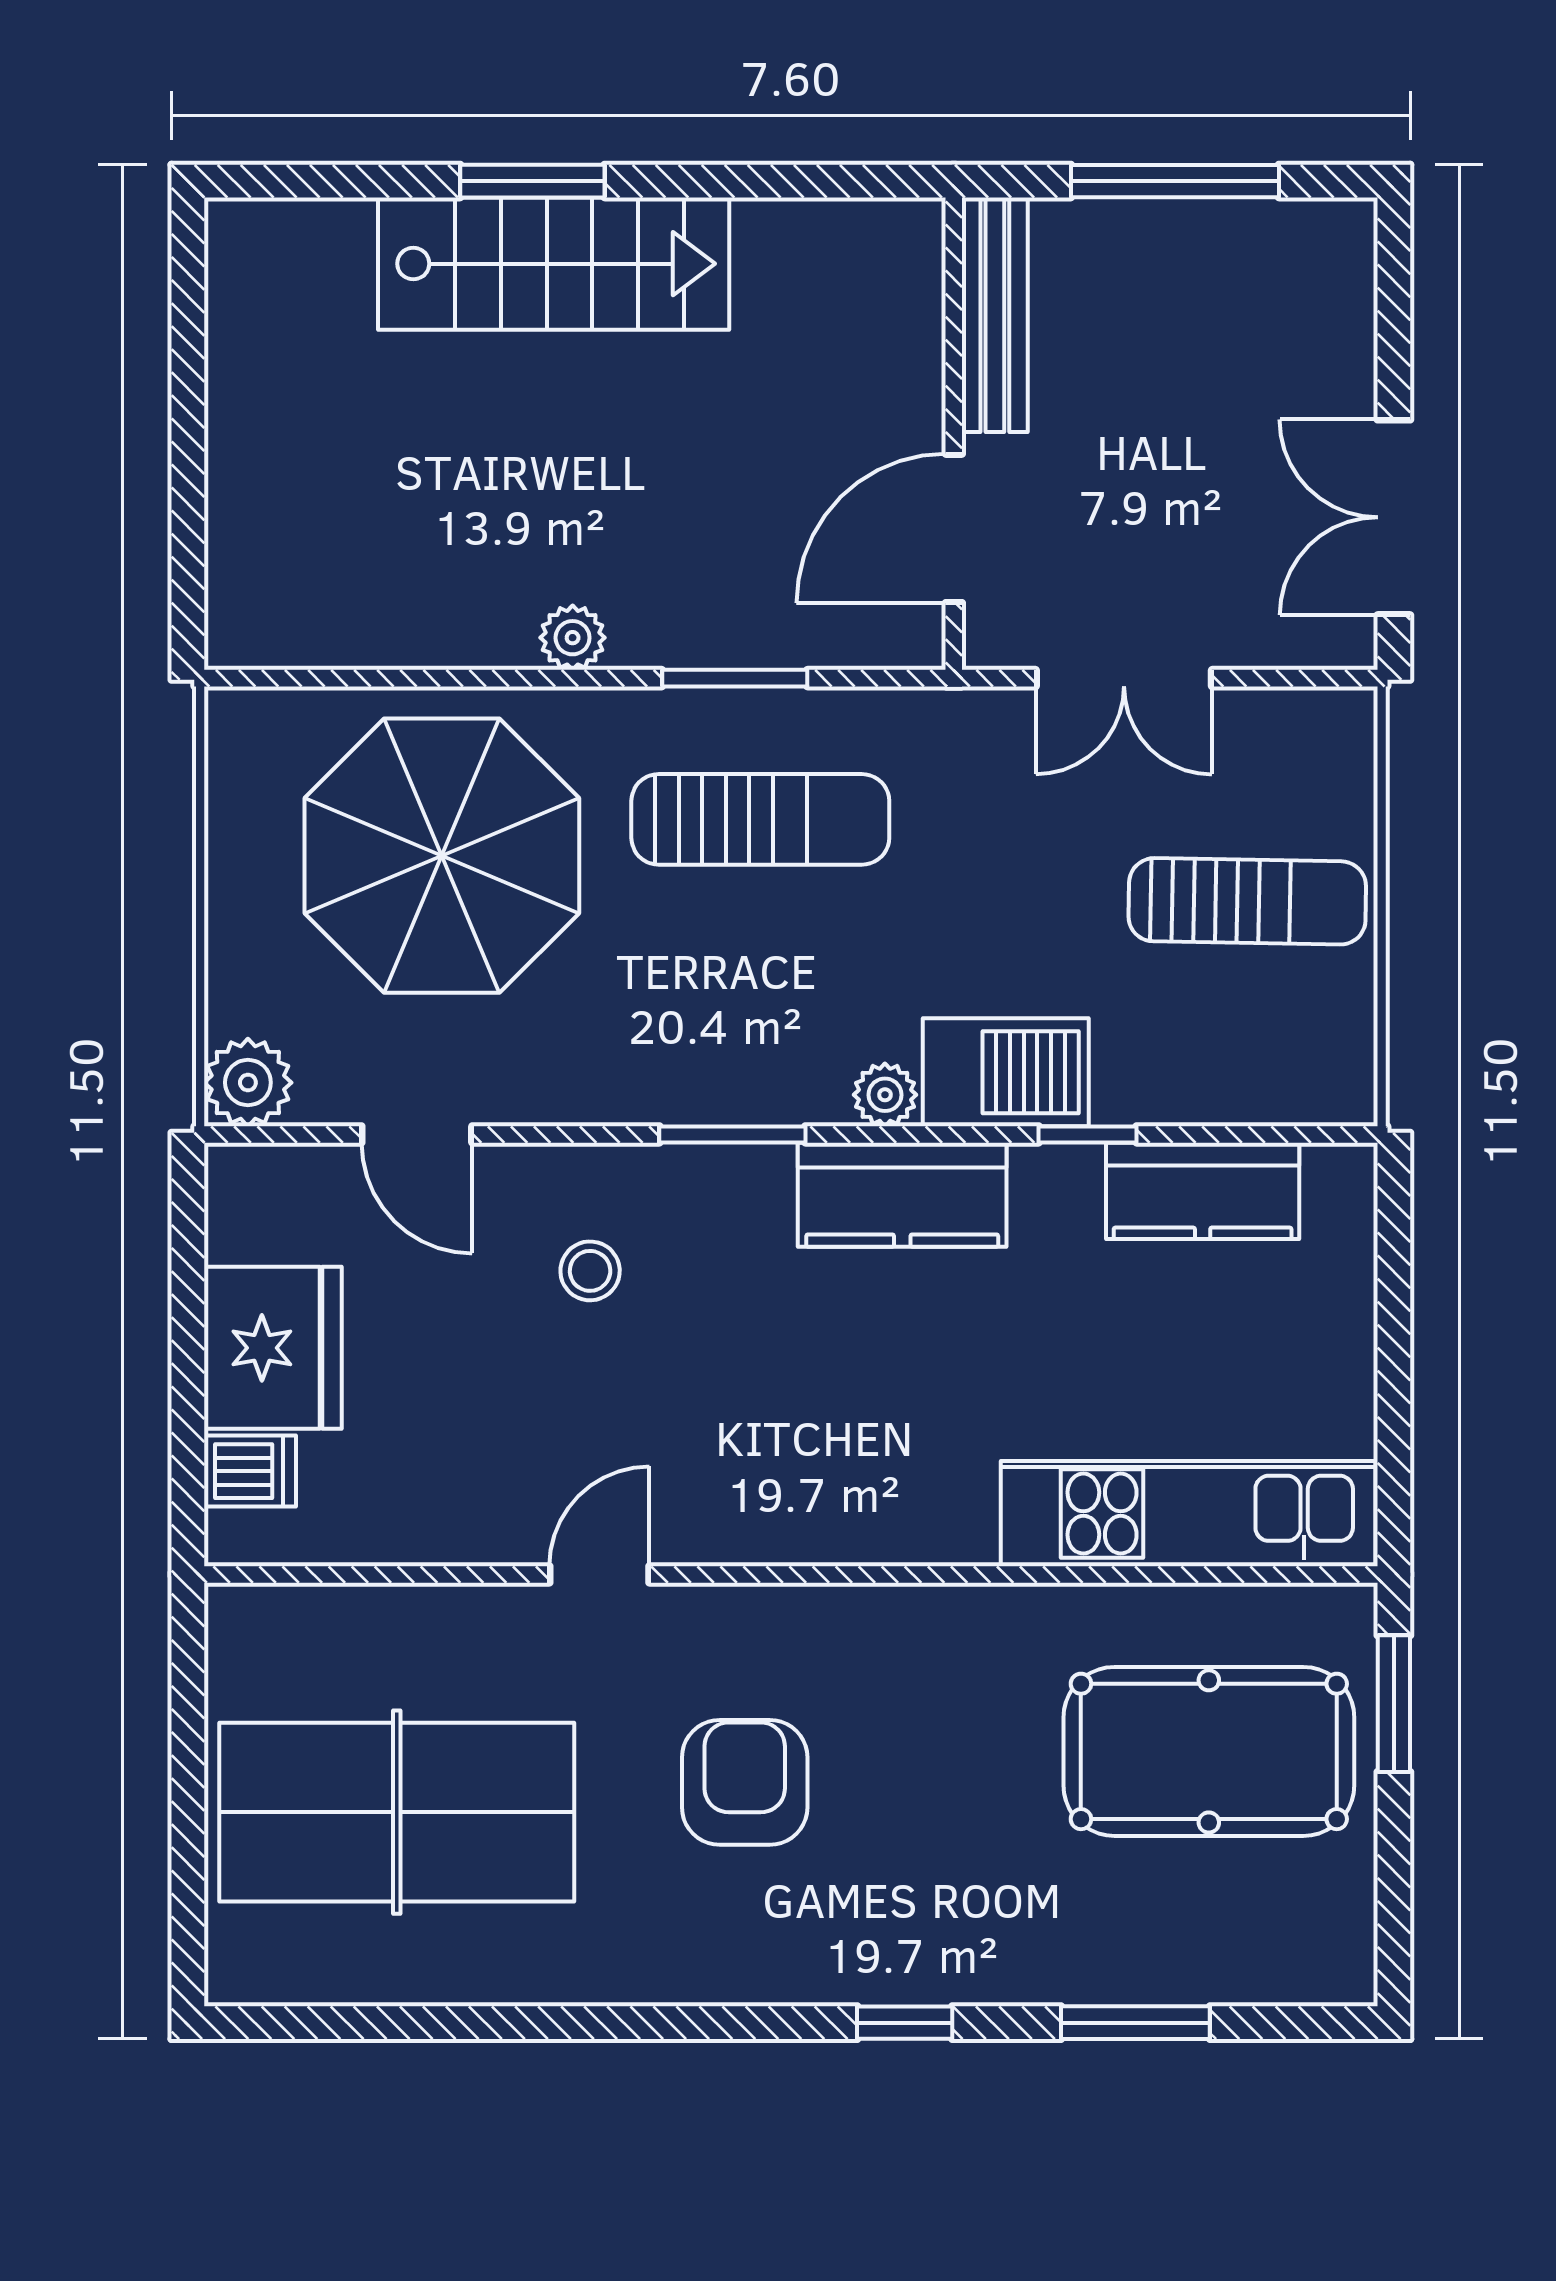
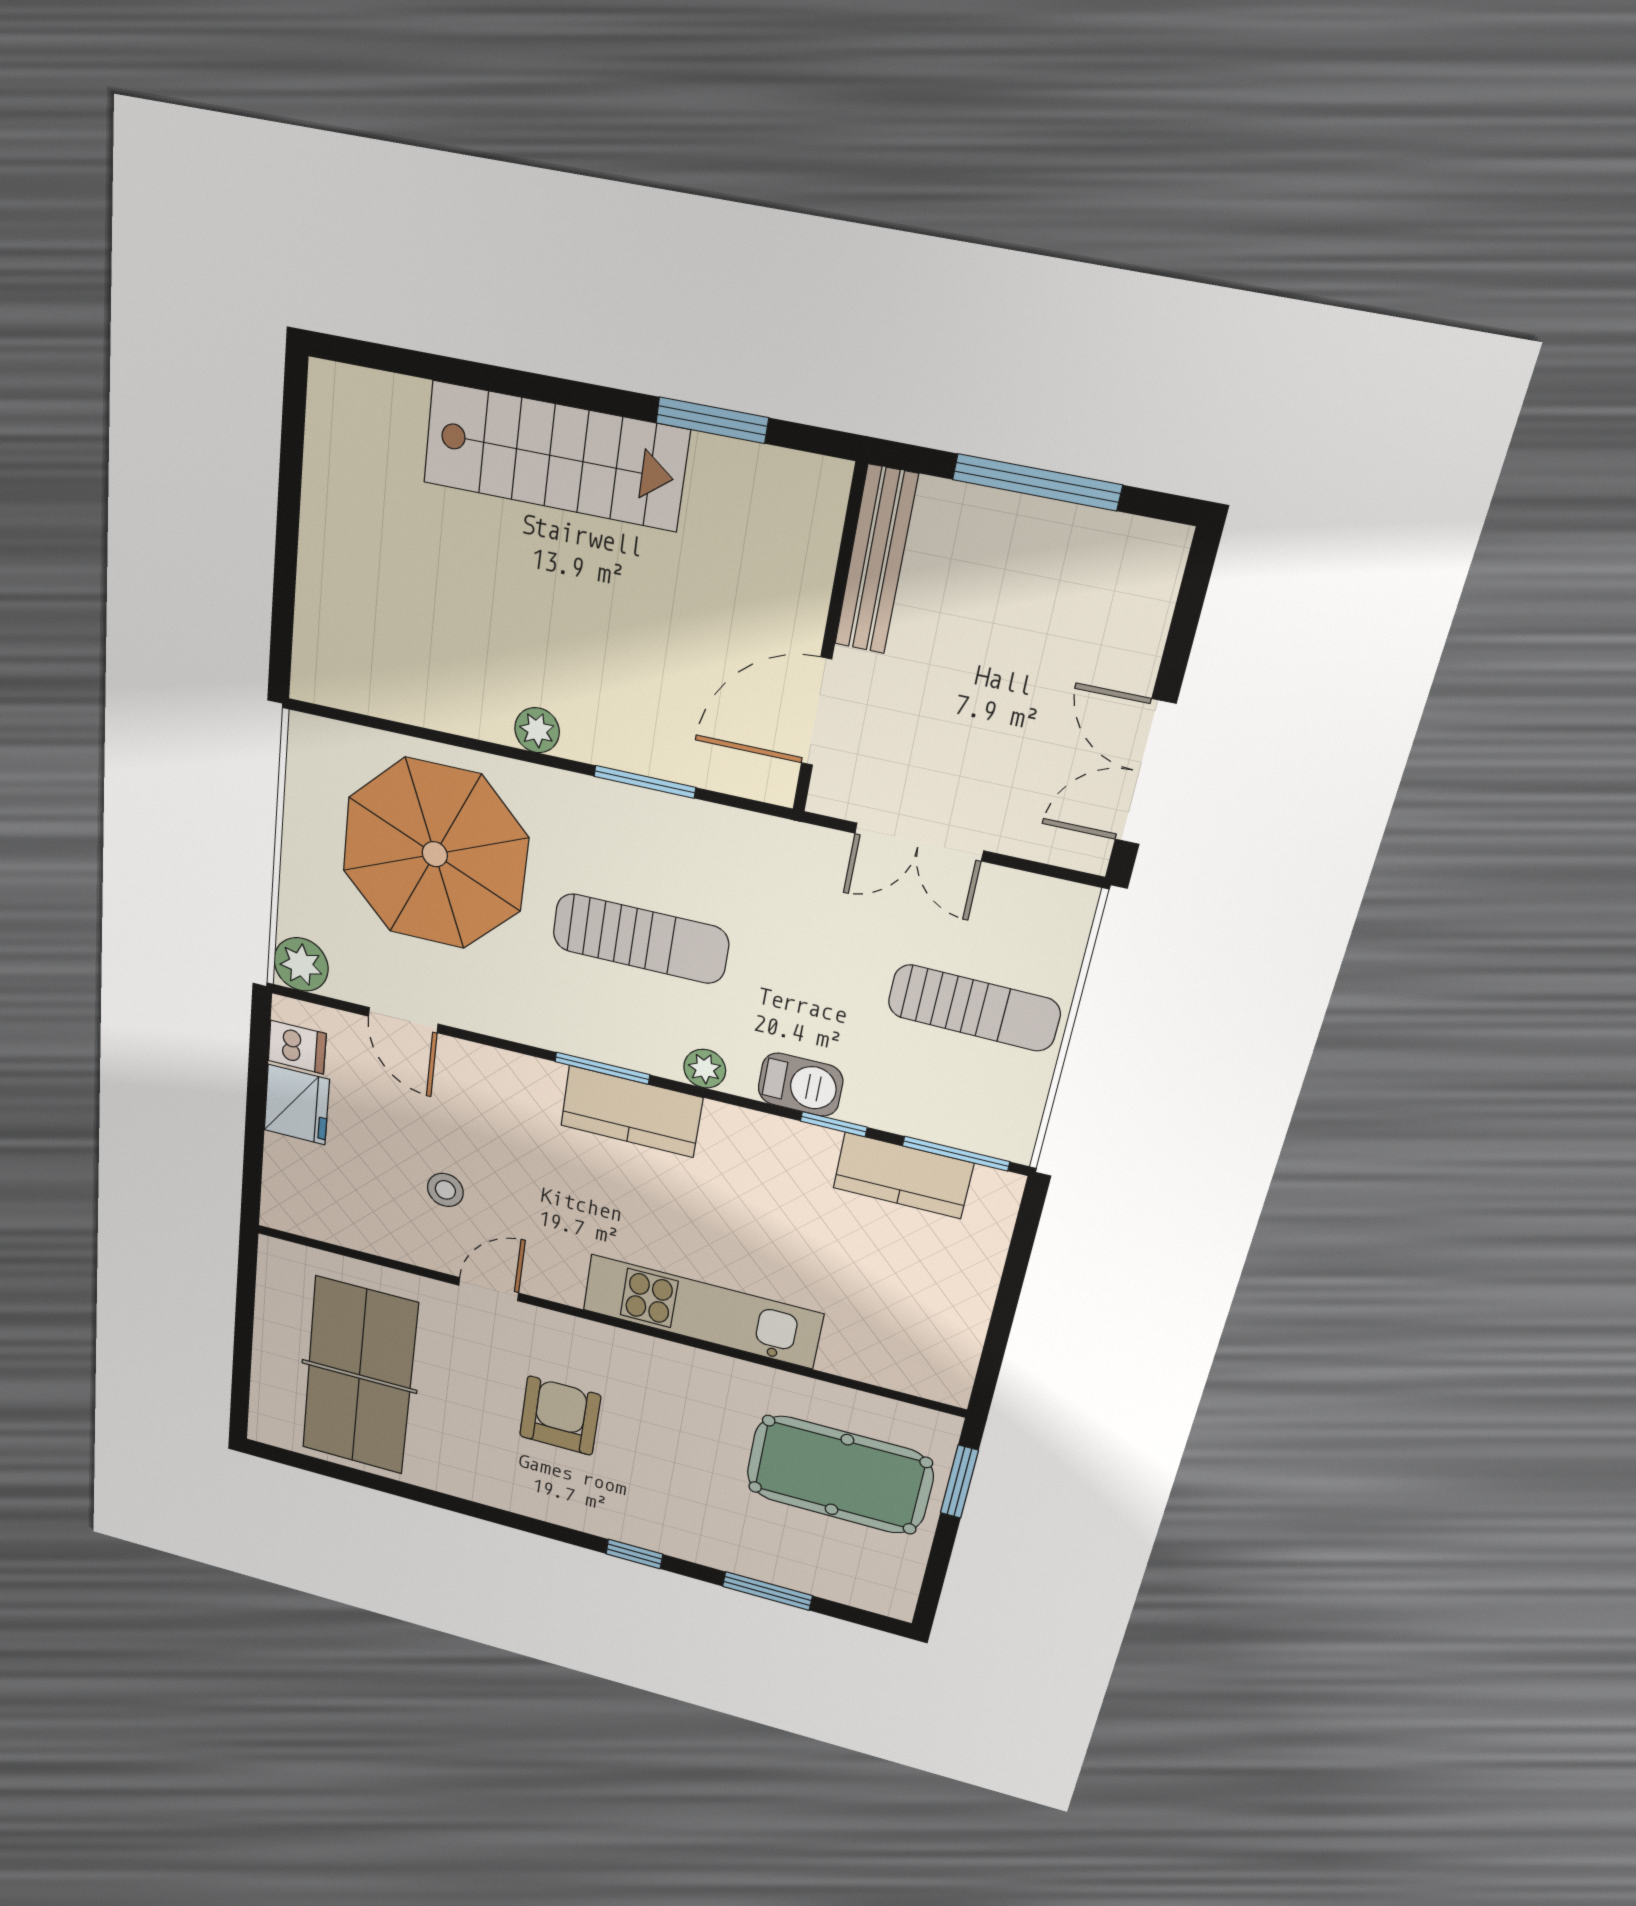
window: (532, 181) -> (712, 420), moved
sun lounger: (760, 819) -> (640, 939), moved
barbecue: (1006, 1072) -> (800, 1085), width x0.73, depth x0.79
window: (1270, 1134) -> (956, 1154), added
kitchen counter: (902, 1195) -> (631, 1111), moved
stool: (590, 1271) -> (445, 1190), moved
fridge: (273, 1348) -> (297, 1105), width x0.73, depth x0.75
dishwasher: (250, 1471) -> (297, 1047), moved
kitchen unit: (1188, 1514) -> (702, 1312), moved
table tennis table: (397, 1812) -> (359, 1376), turned 90

